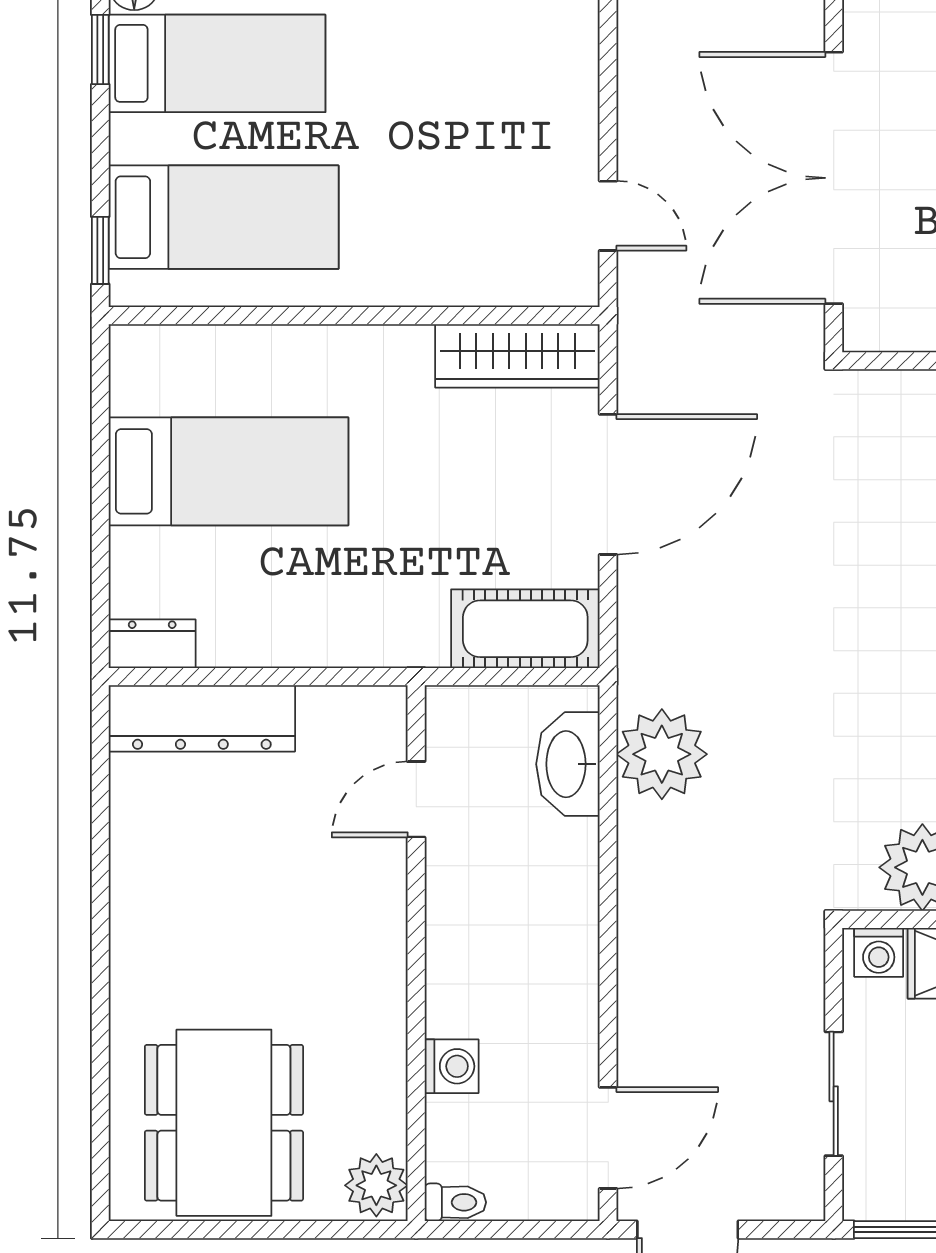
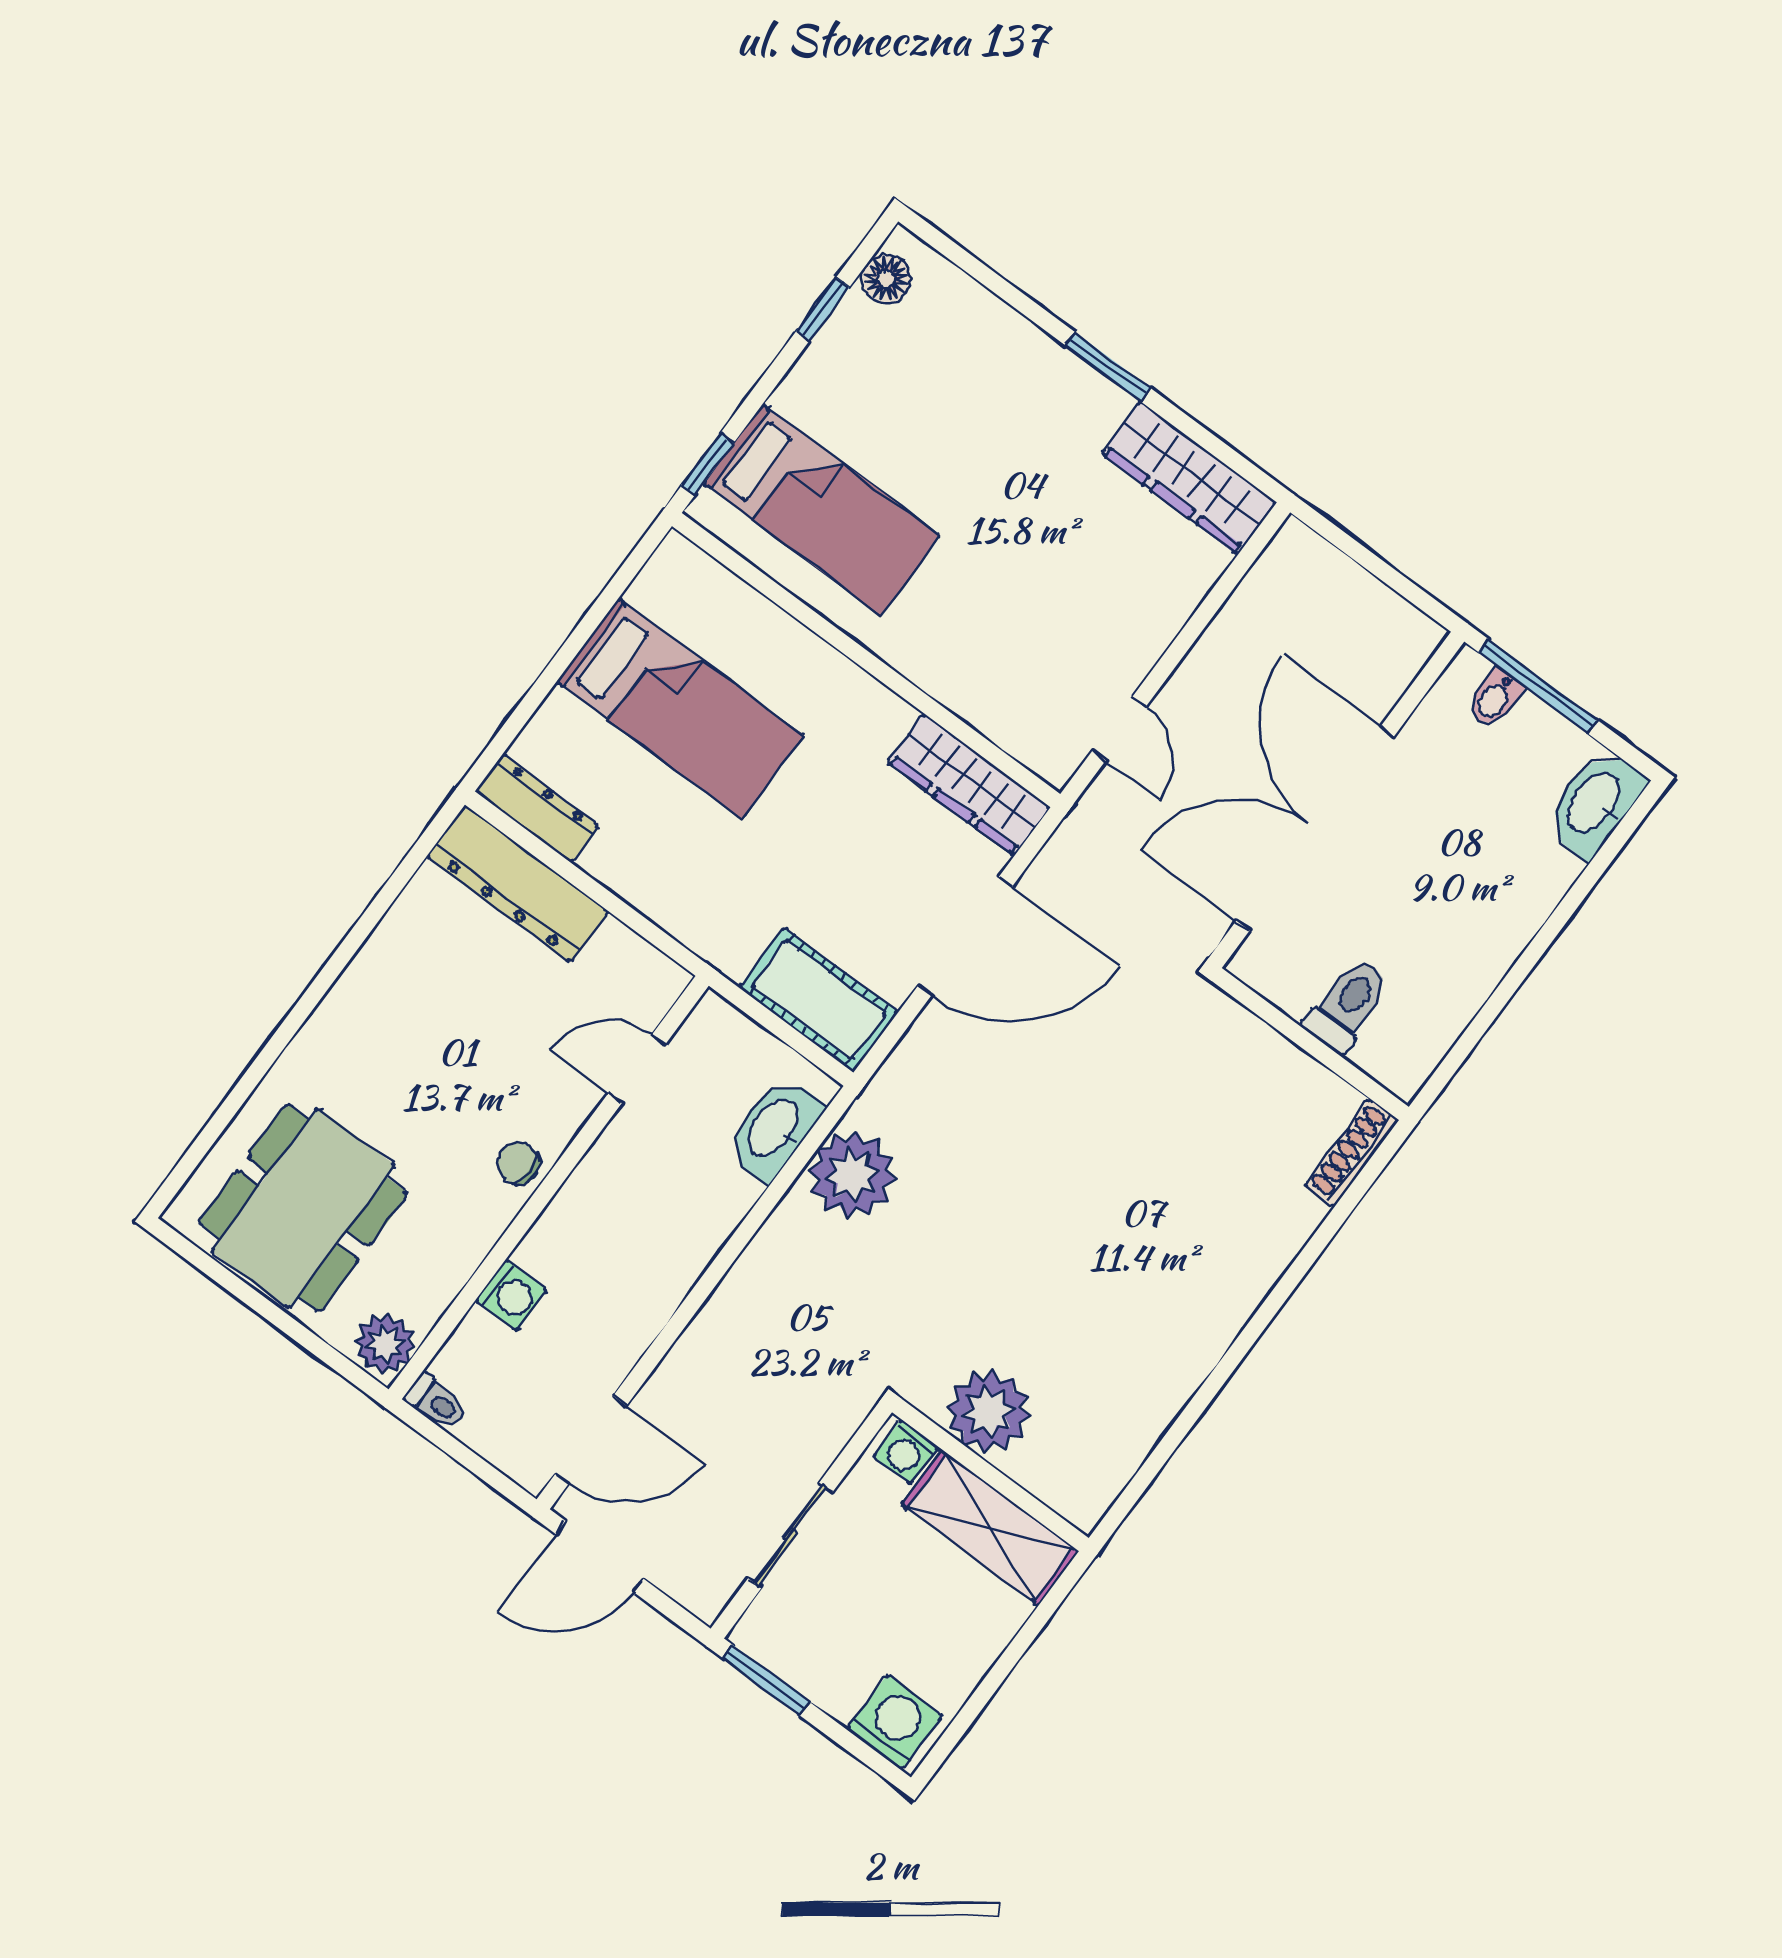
bed: (217, 63) -> (905, 387), removed
dresser: (152, 644) -> (537, 808), width x1.44
chair: (376, 952) -> (518, 1163), added

